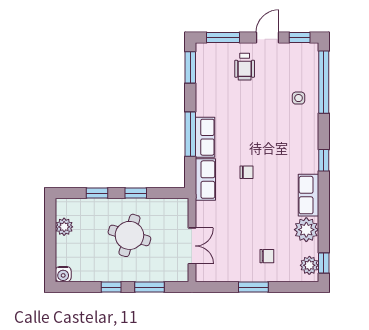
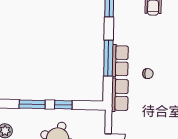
chair: (247, 172) -> (148, 74), moved
window: (97, 193) -> (32, 104), width x1.50

